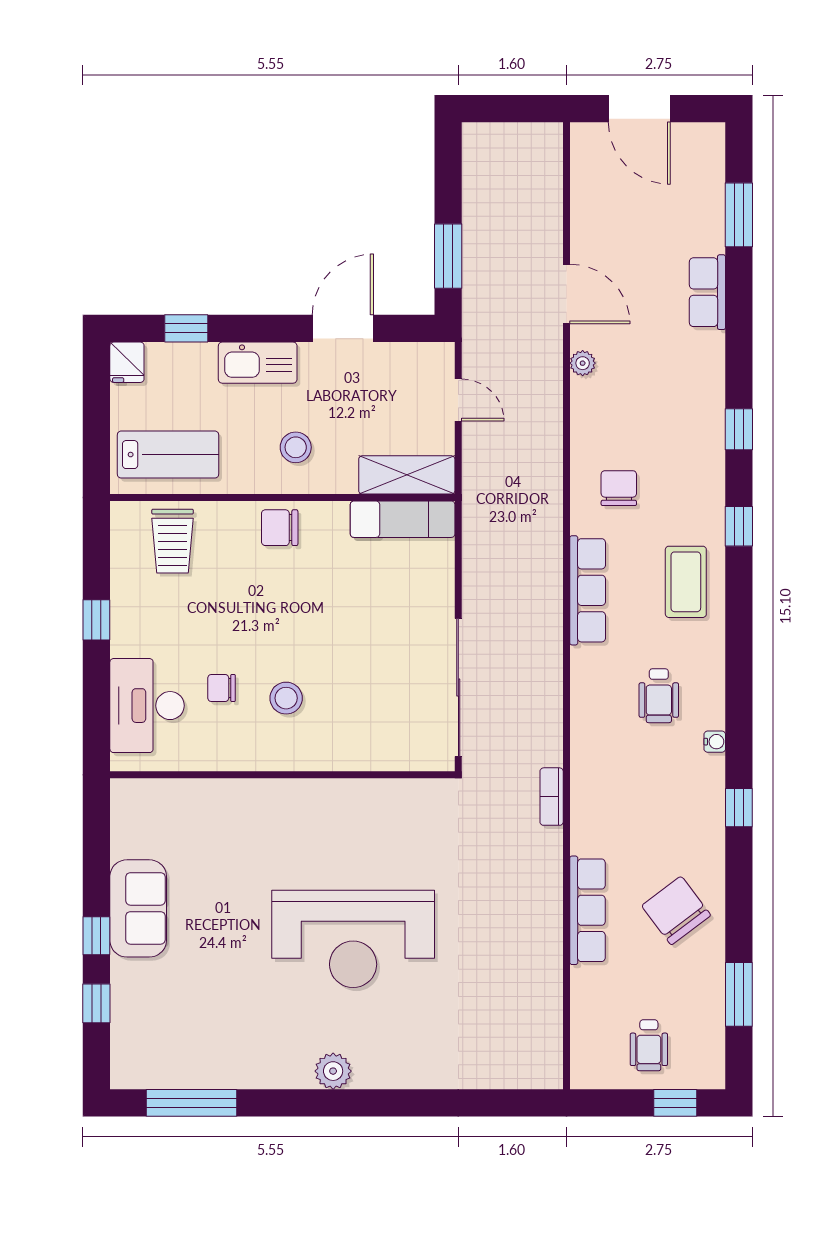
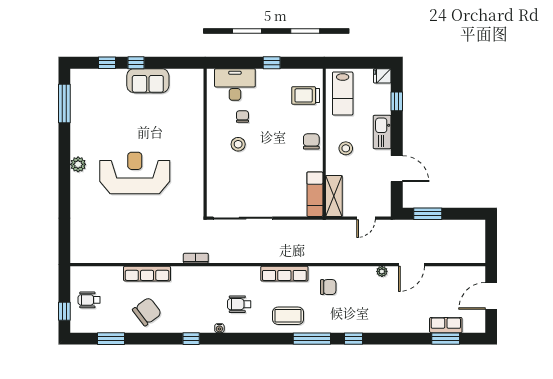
row of seats: (707, 292) -> (446, 325), moved
window: (739, 526) -> (312, 339), width x2.17
reception desk: (353, 939) -> (135, 173), turned 90

